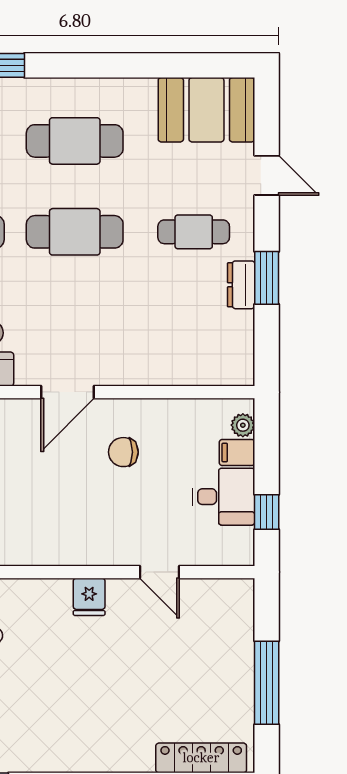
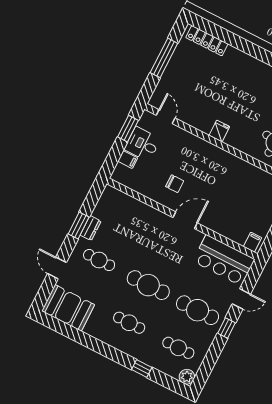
cafe table: (75, 141) -> (129, 323), width x0.73, depth x0.74
plant: (243, 425) -> (119, 170), removed
window: (267, 512) -> (128, 129), width x1.50
door: (159, 572) -> (166, 117), moved

